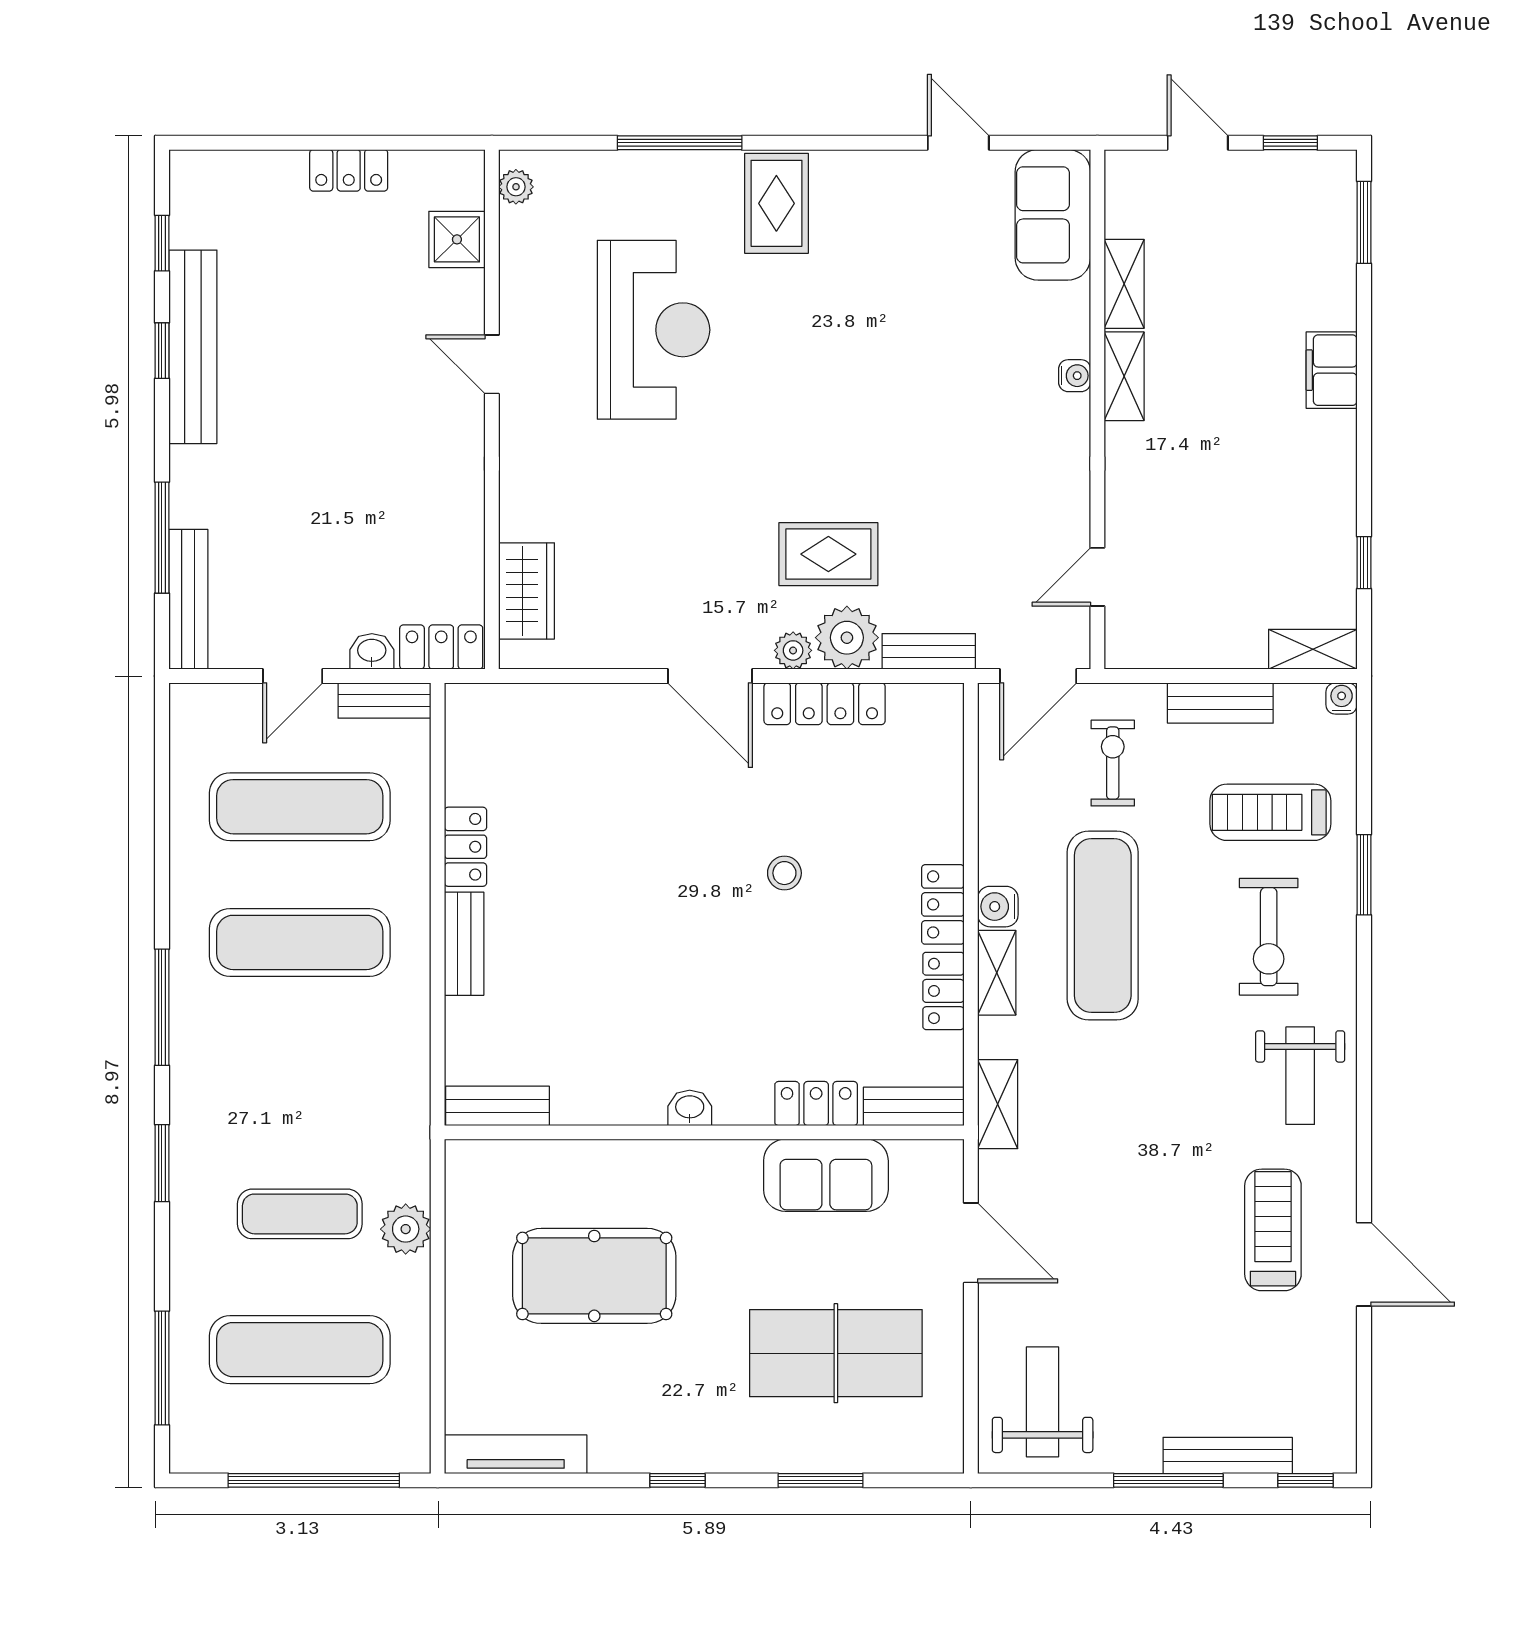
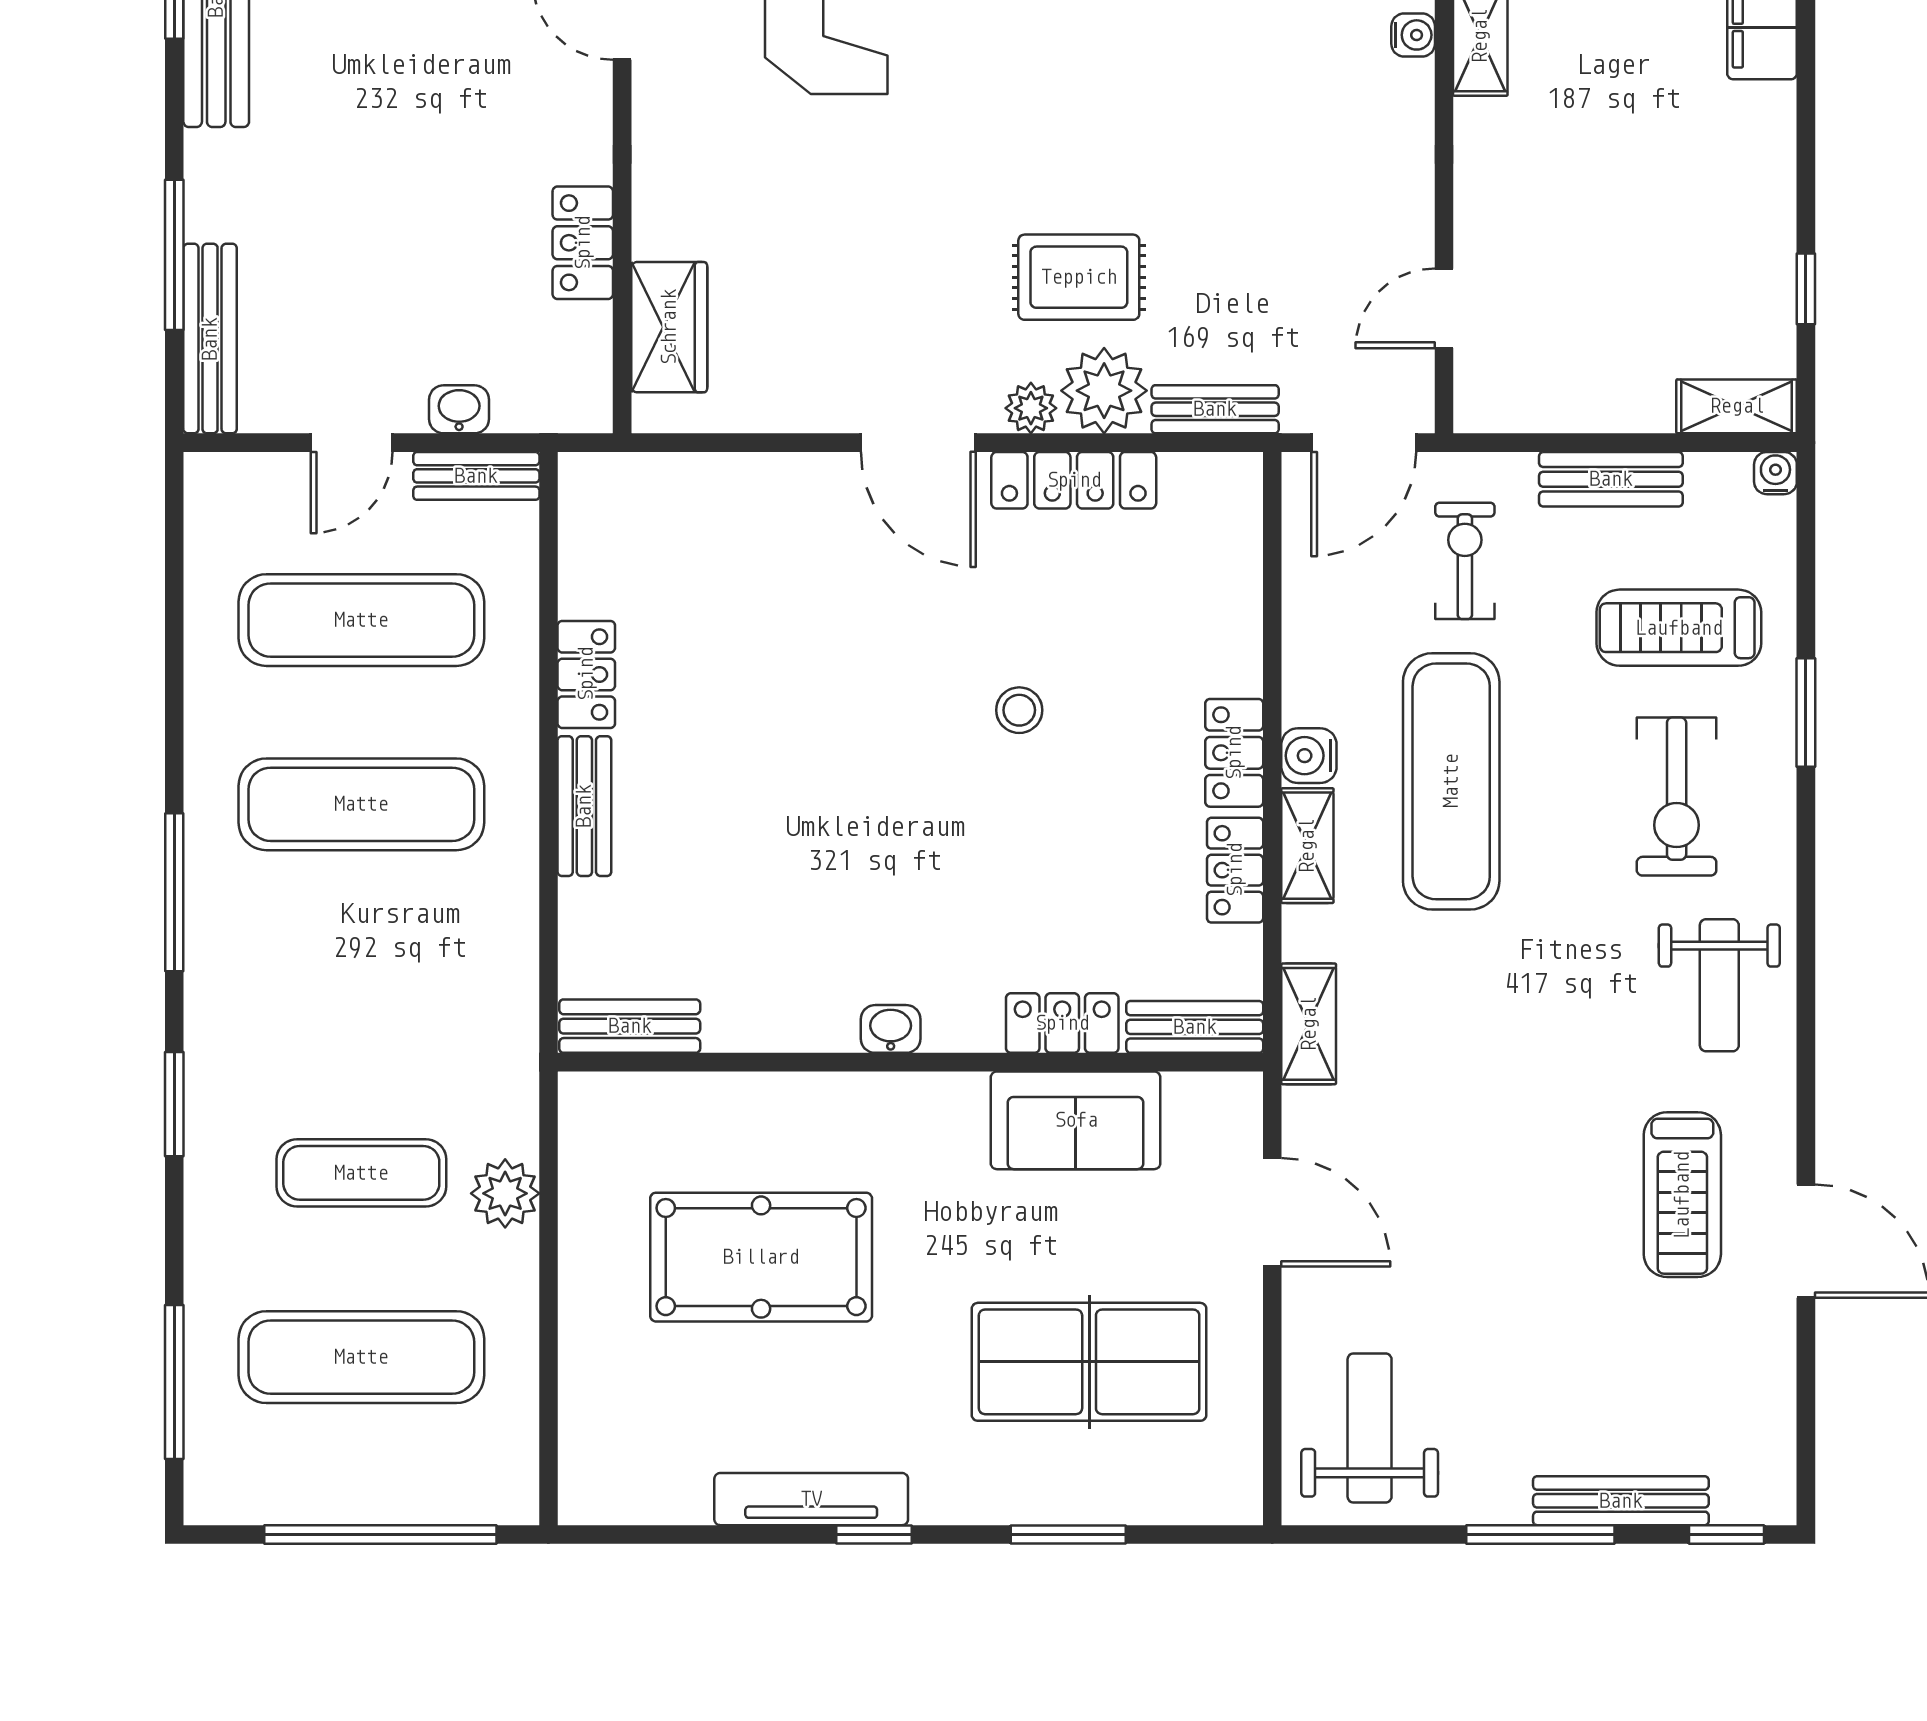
locker: (441, 647) -> (583, 243), moved, turned -90
treadmill: (1273, 1230) -> (1682, 1195), turned 180
tv unit: (516, 1454) -> (811, 1499), moved

